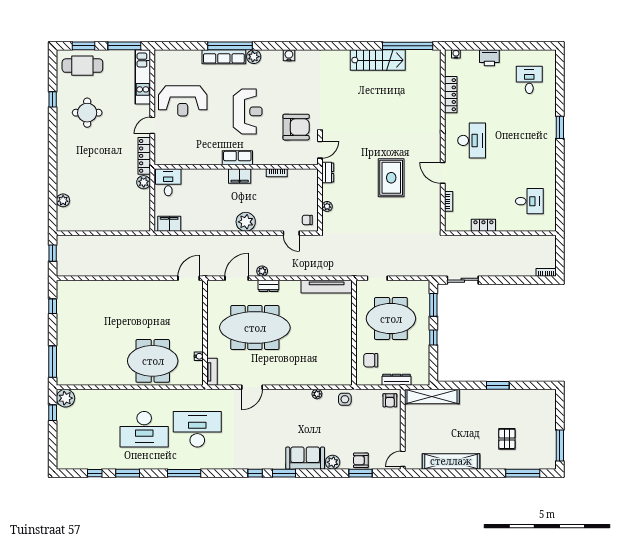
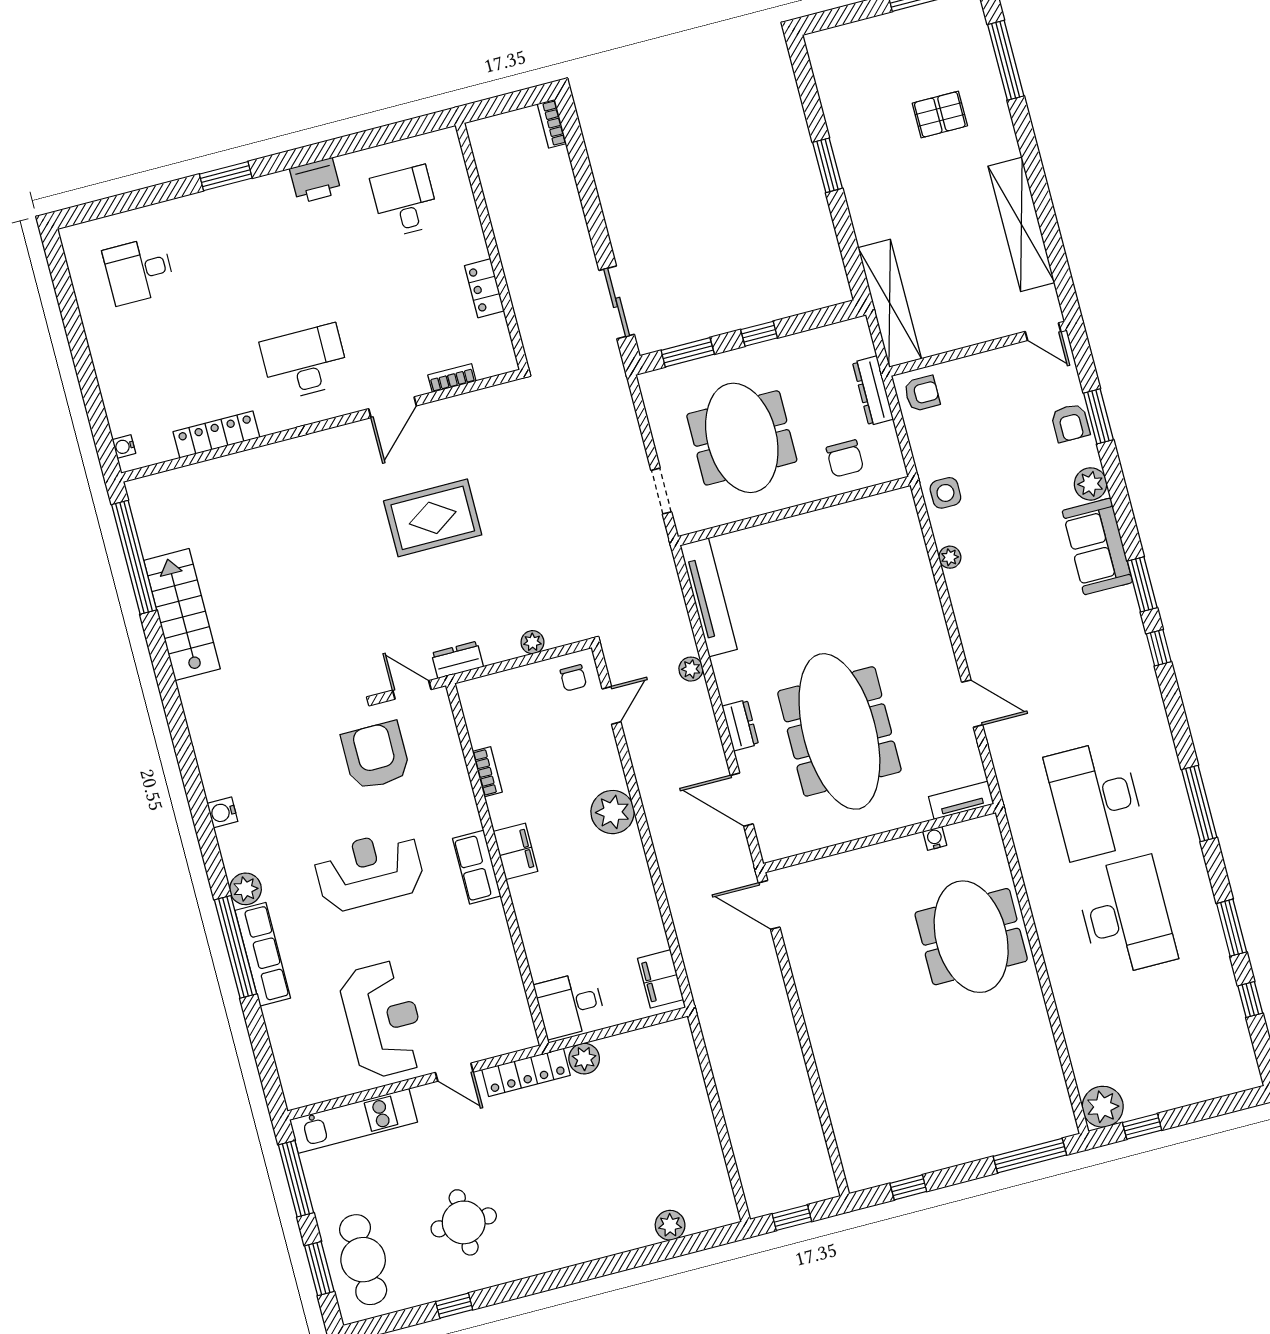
printer: (489, 58) -> (315, 181), moved, turned 90
plant: (262, 271) -> (691, 669), moved

